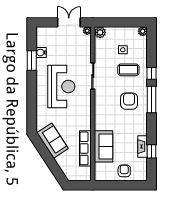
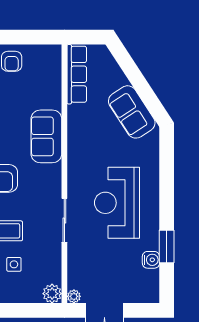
sofa: (103, 146) -> (46, 136), moved
row of seats: (85, 148) -> (77, 74), moved

